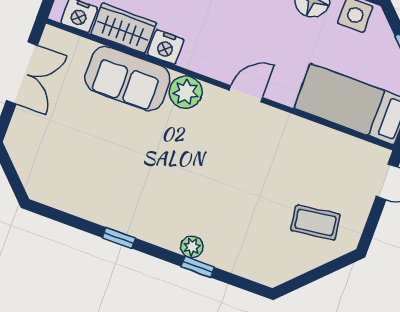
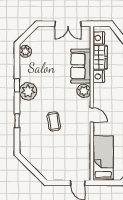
plant: (49, 191) -> (25, 51), added
coffee table: (315, 222) -> (54, 121), moved
plant: (192, 247) -> (28, 91), moved, width x1.87, depth x1.87

